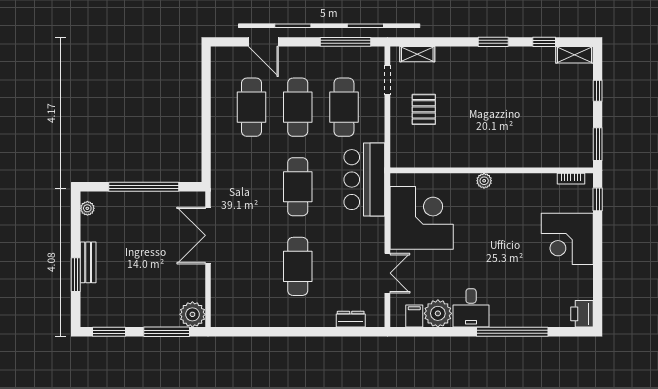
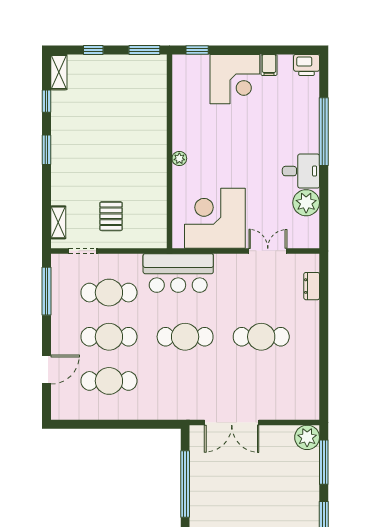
pallet: (424, 109) -> (111, 216), turned 90
bookcase: (571, 179) -> (177, 75), removed
filing cabinet: (414, 316) -> (269, 65), moved, turned -90

